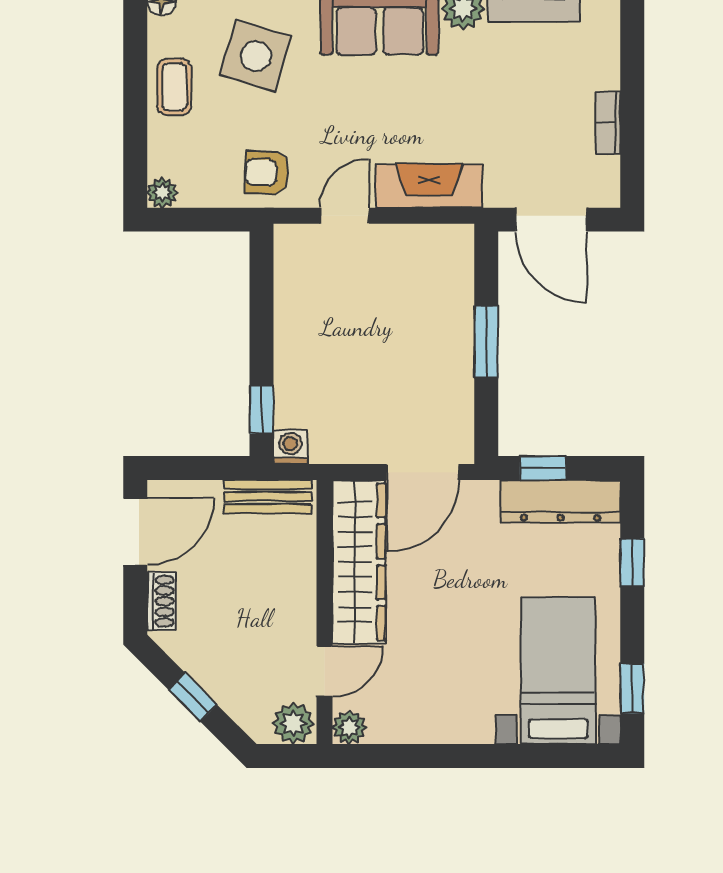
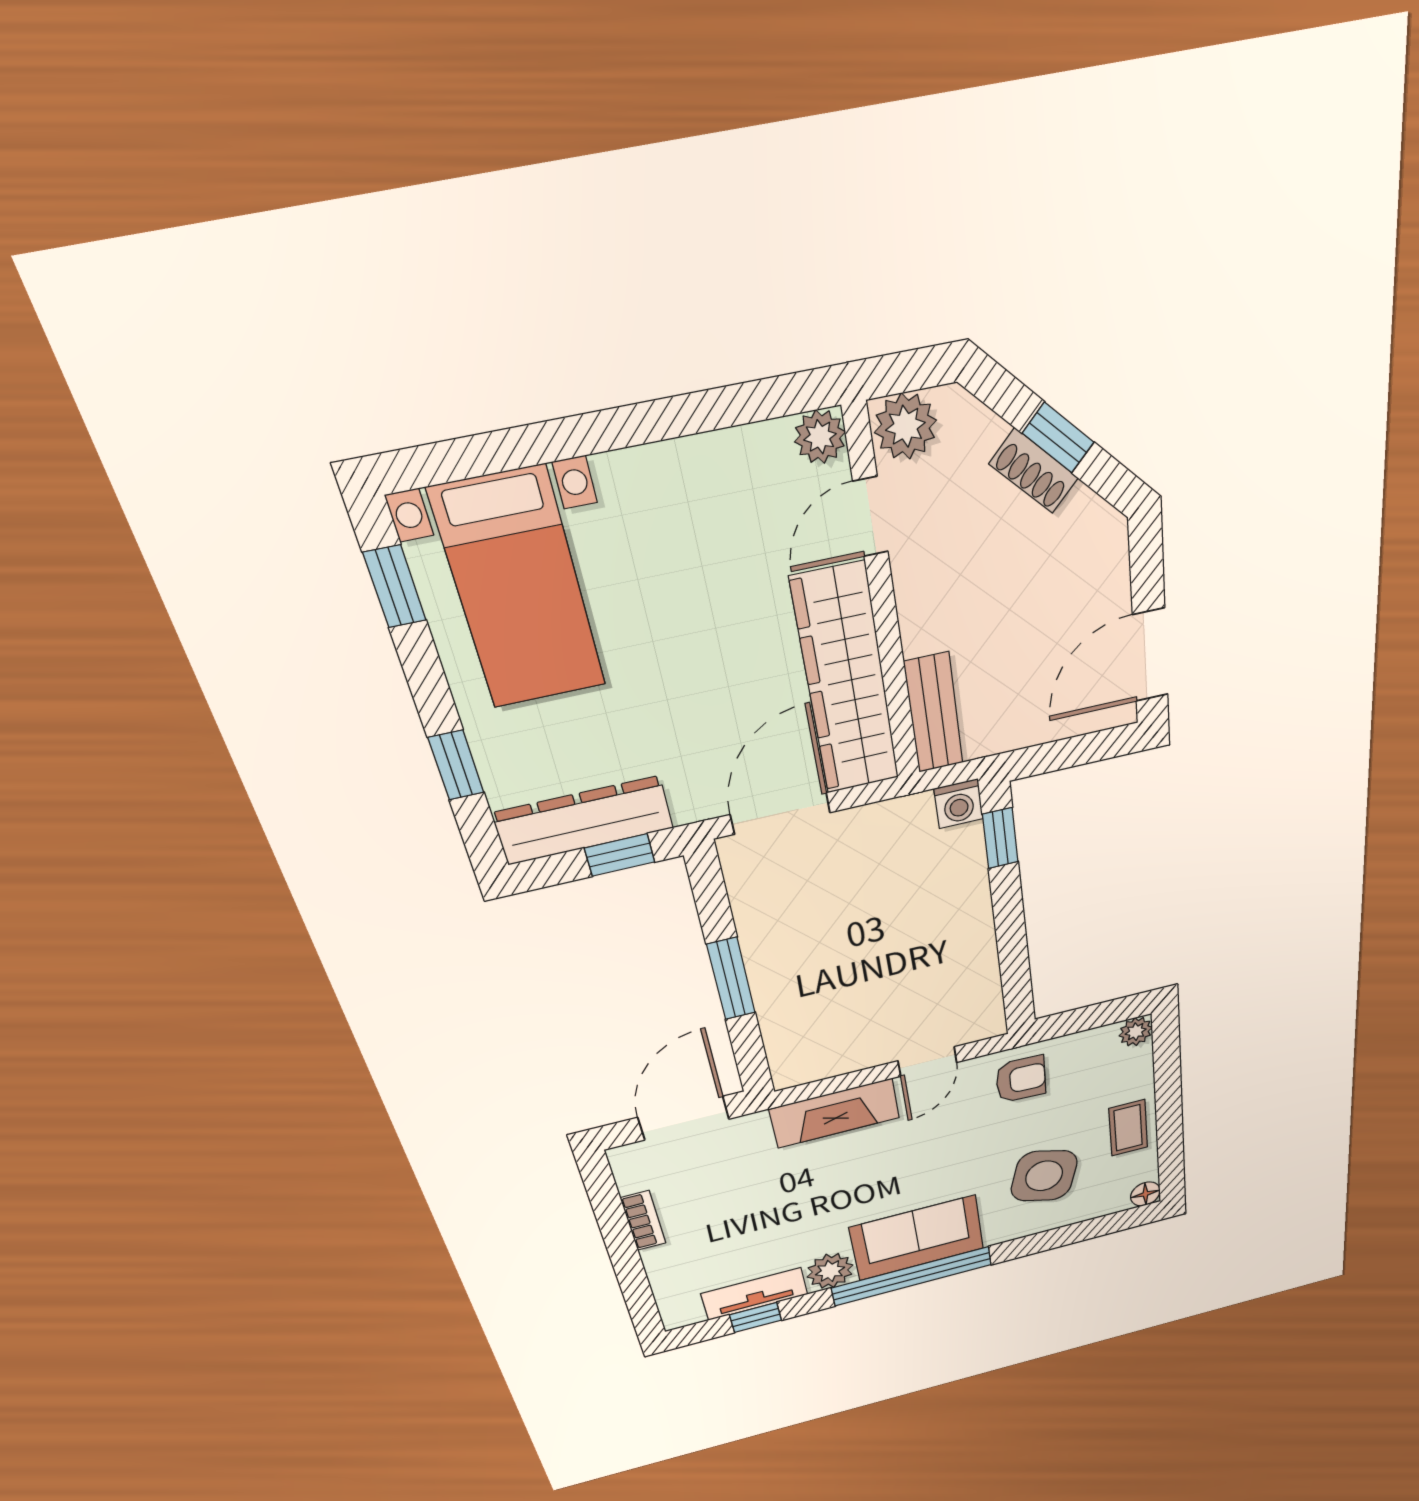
door: (551, 220) -> (684, 1118), hinge flipped
bench: (268, 497) -> (934, 713), moved, turned 90
shoe rack: (161, 601) -> (1034, 471), moved, turned -45

